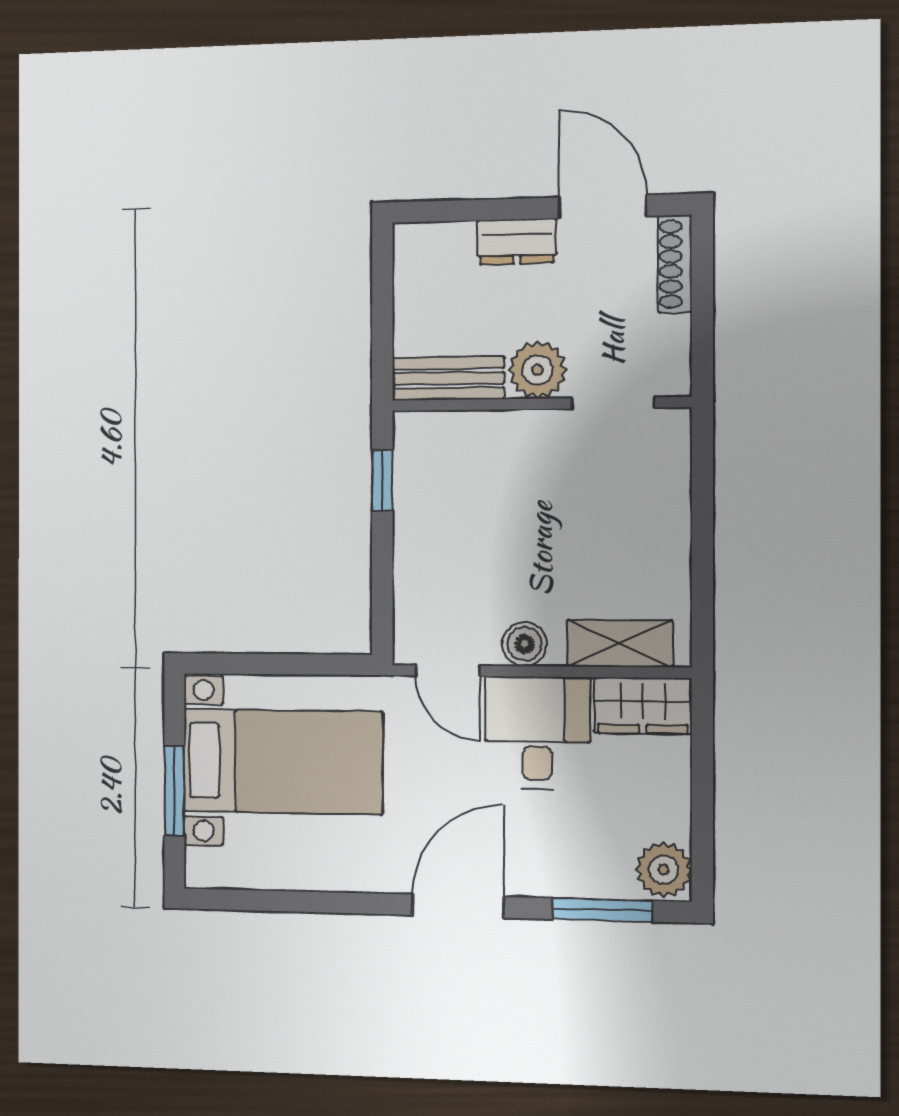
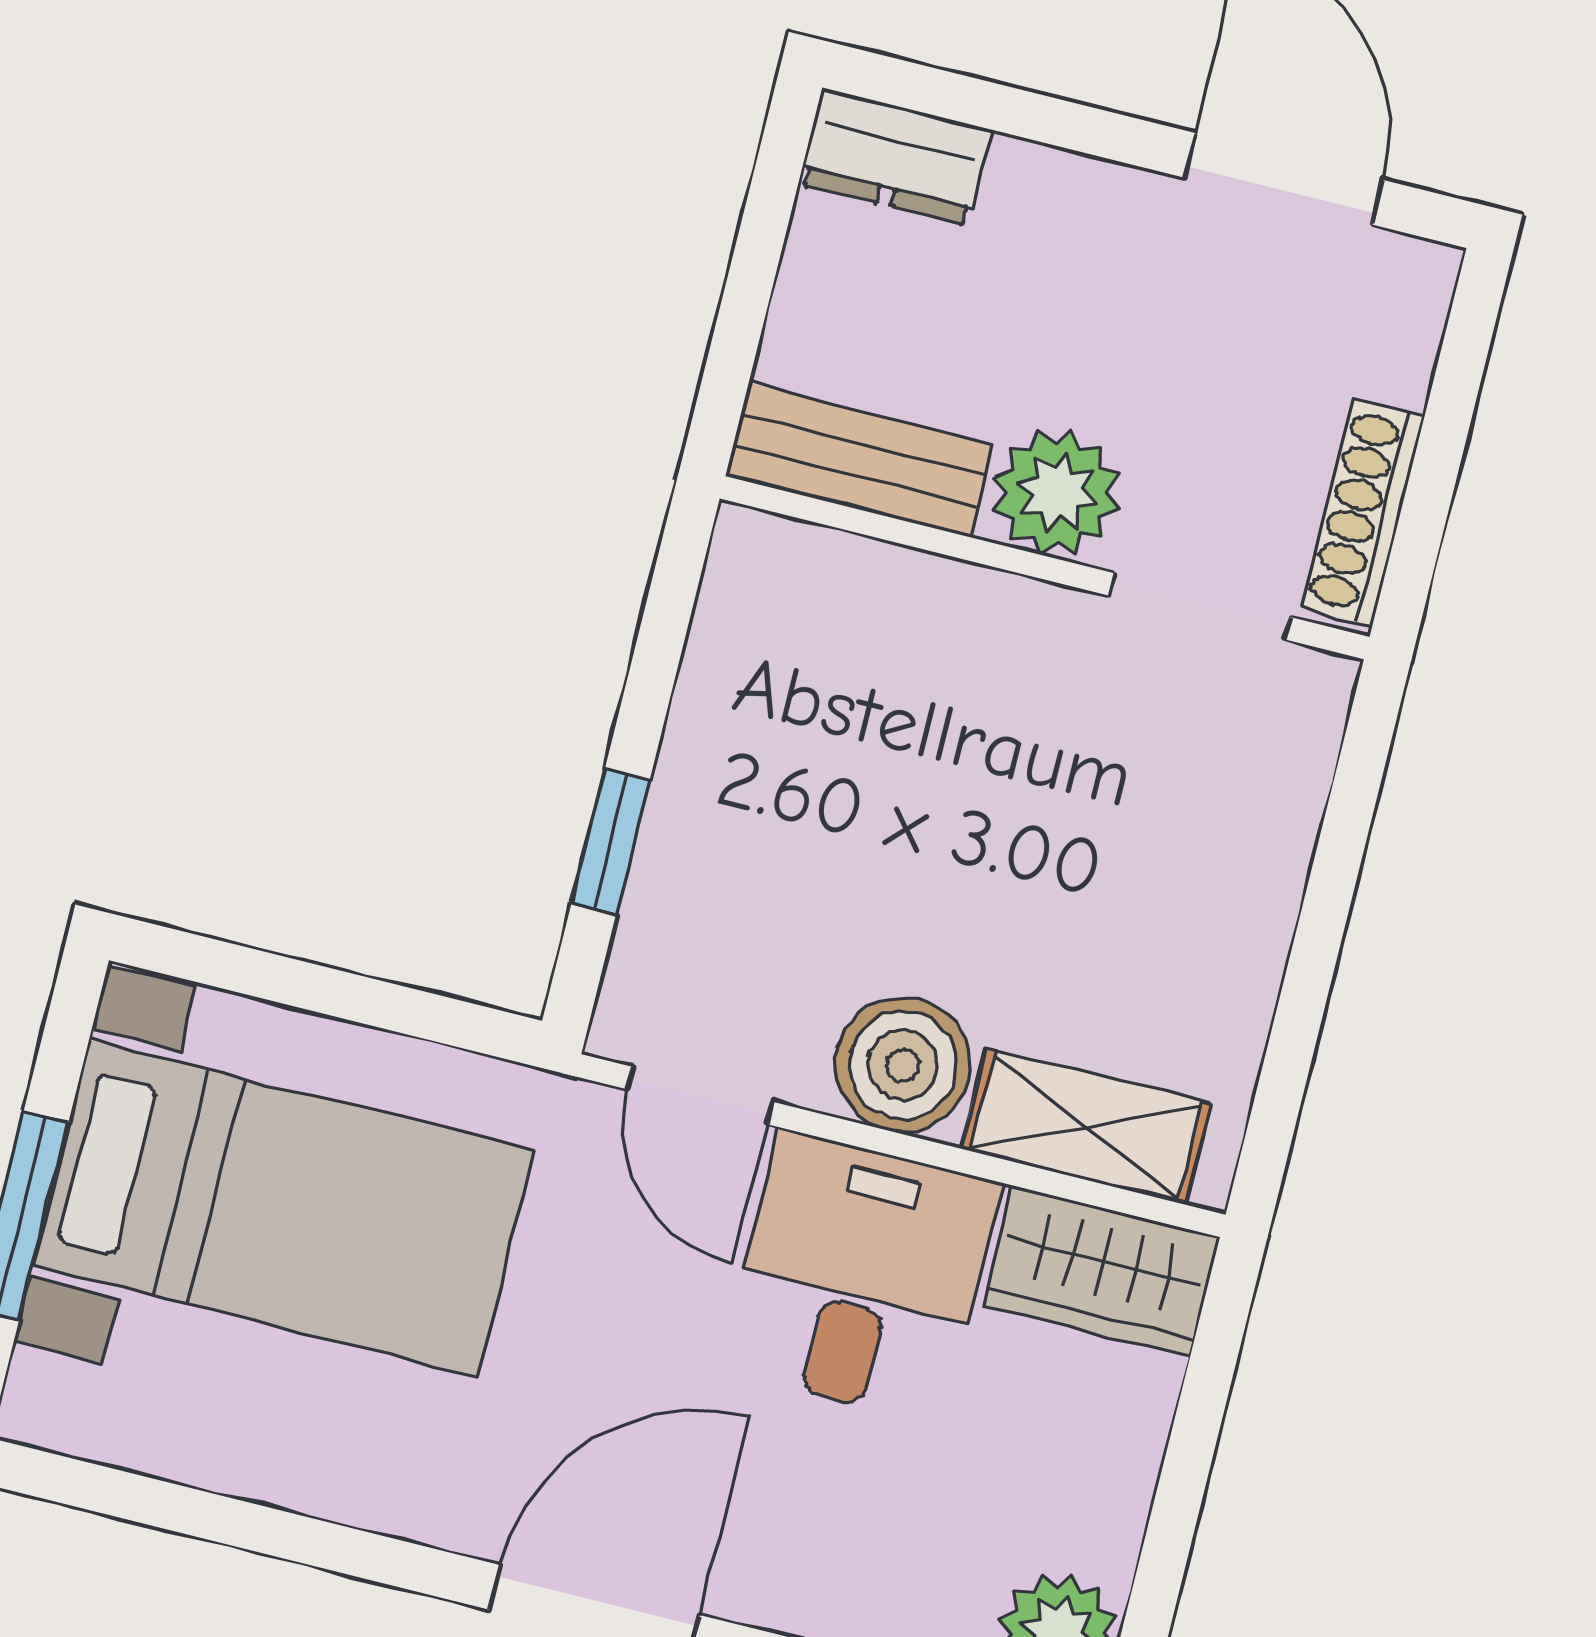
dresser: (517, 241) -> (896, 157), moved
shoe rack: (675, 264) -> (1363, 513), moved
window: (382, 480) -> (611, 841), moved
boiler: (524, 644) -> (903, 1065), width x1.36, depth x1.36

